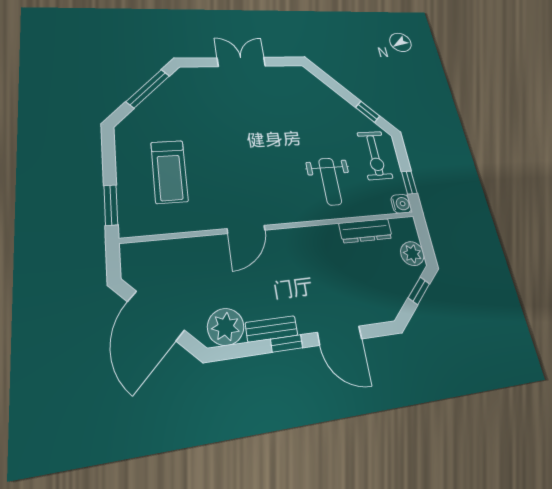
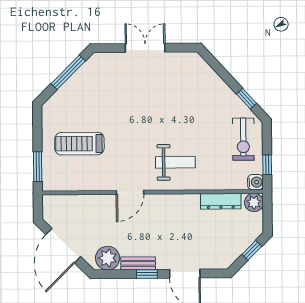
treadmill: (169, 172) -> (79, 144), turned 90
weight bench: (330, 181) -> (175, 162), moved, turned -90
plant: (412, 254) -> (254, 202), moved

